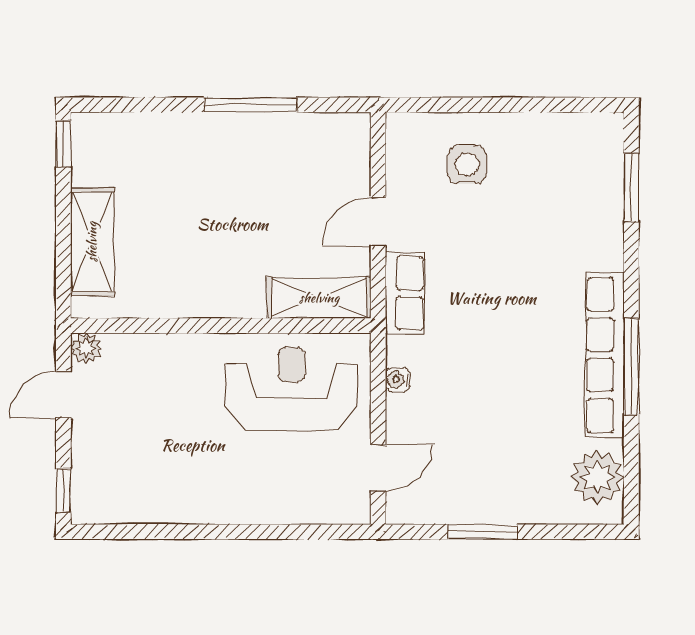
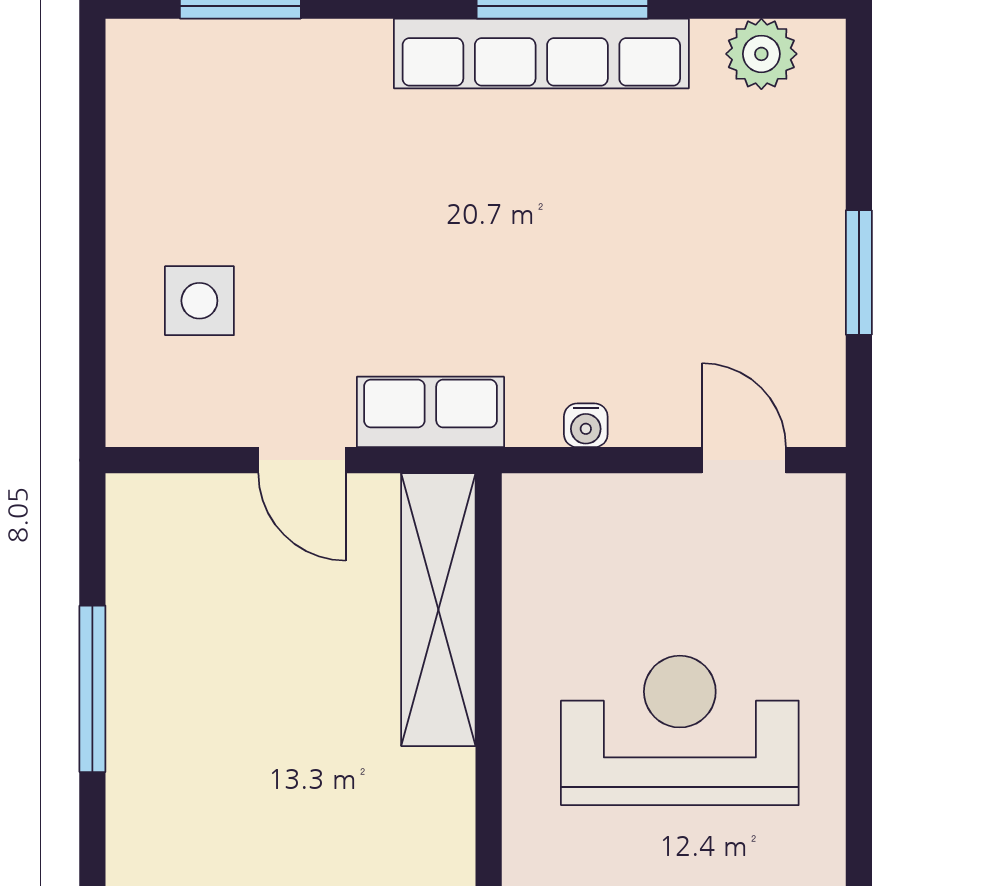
shelving: (319, 298) -> (438, 610), width x1.47
reception desk: (292, 389) -> (680, 730), moved, turned 90
plant: (597, 477) -> (761, 54), width x0.73, depth x0.73

